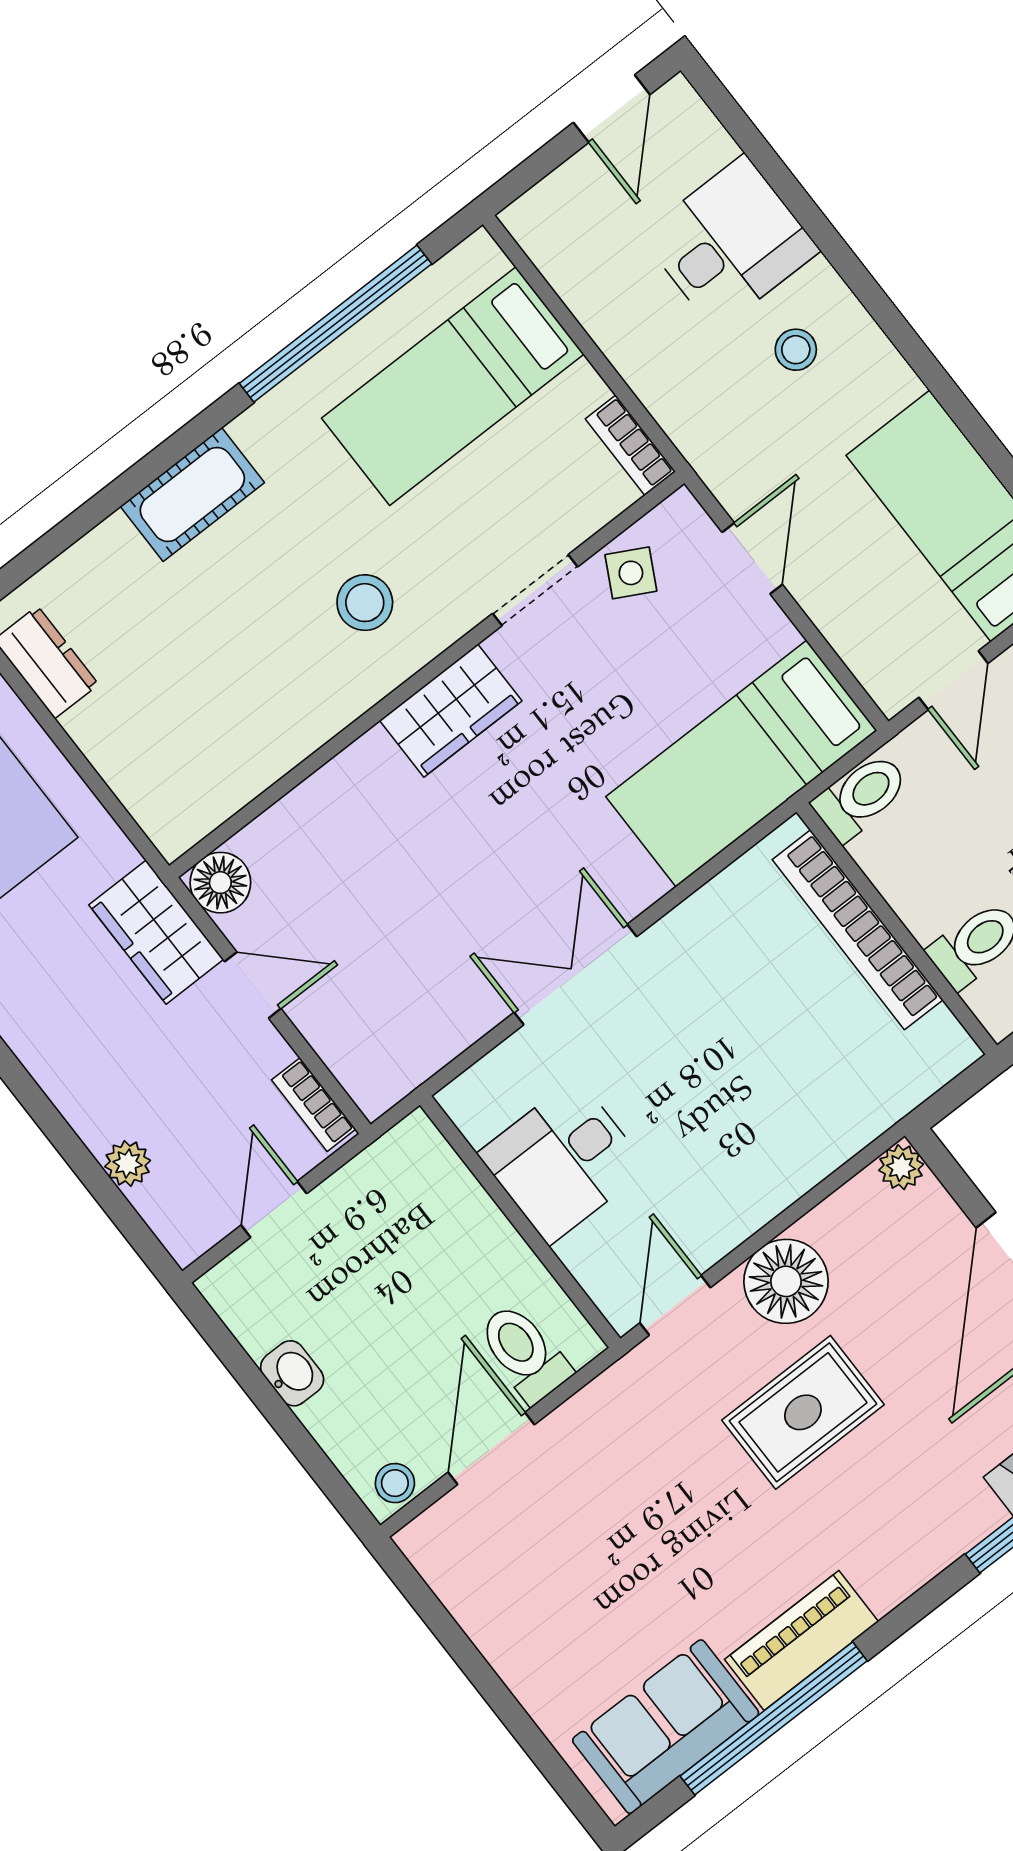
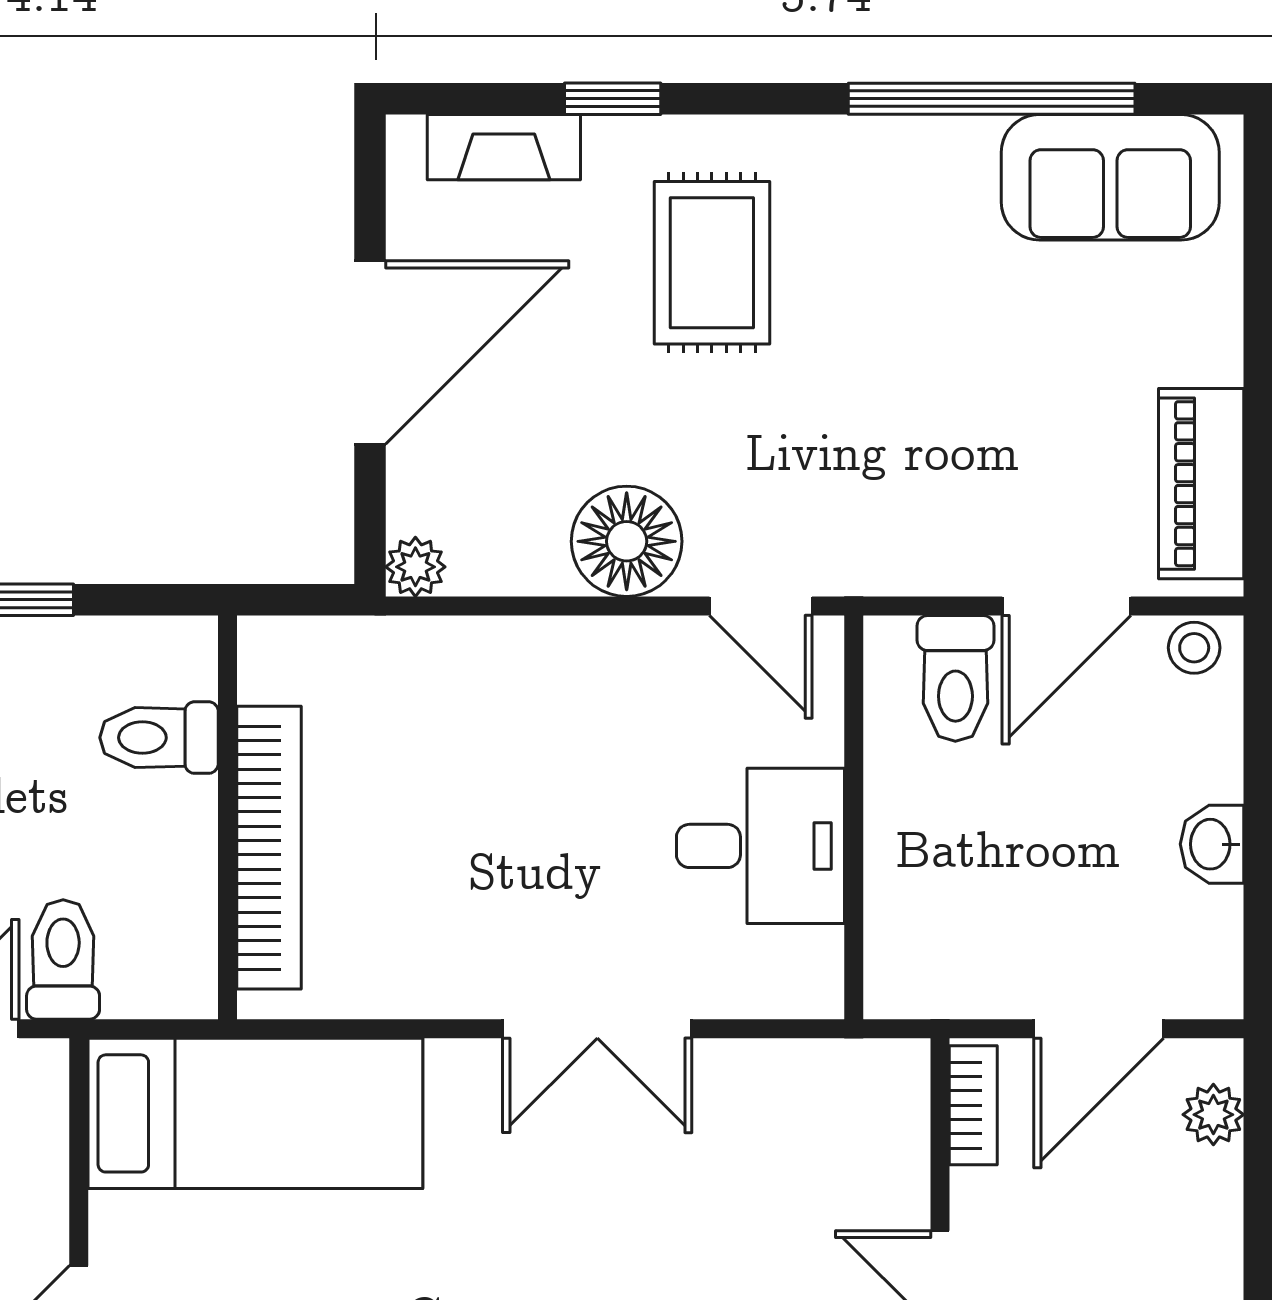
toilet: (861, 797) -> (63, 960), moved, turned 90
plant: (128, 1163) -> (1213, 1115), moved
door: (274, 1209) -> (1099, 1029), width x1.38
door: (675, 1305) -> (761, 606), hinge flipped
rug: (803, 1412) -> (712, 263), moved, turned 90
piano: (802, 1641) -> (1201, 484), moved, turned 90

